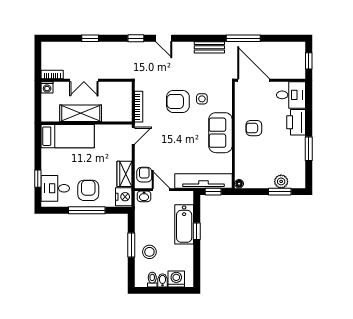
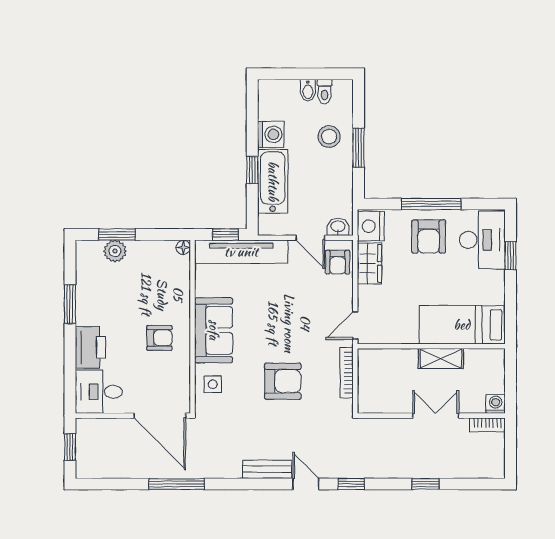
bench: (209, 47) -> (267, 469), moved
side table: (202, 99) -> (213, 384), moved
shelving: (81, 113) -> (441, 359), width x0.67, depth x0.75
desk: (55, 188) -> (482, 240), width x1.37
washing machine: (176, 279) -> (271, 134), moved, turned -90

